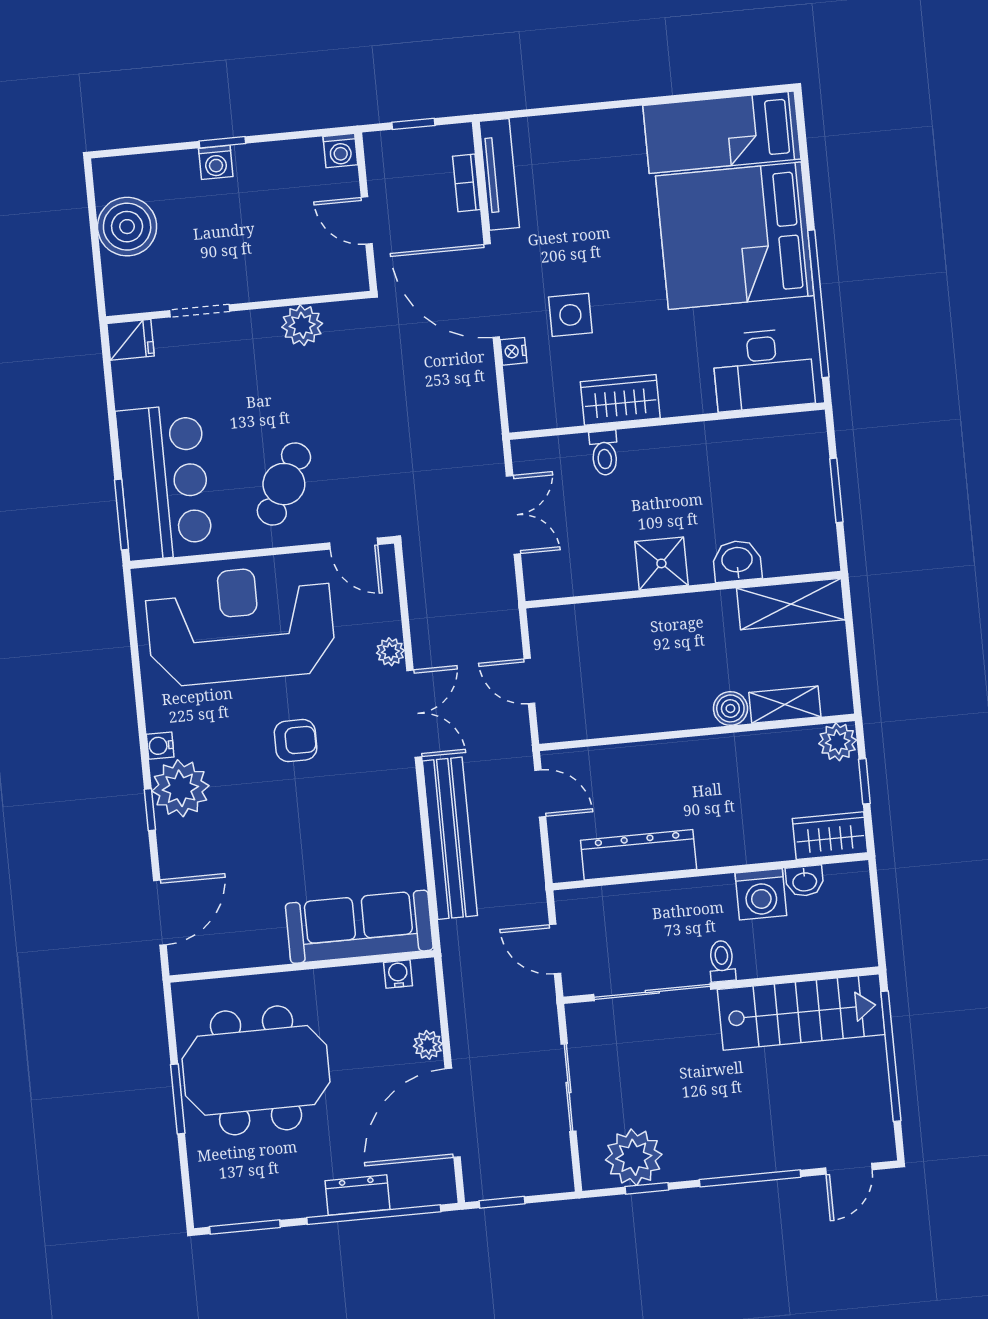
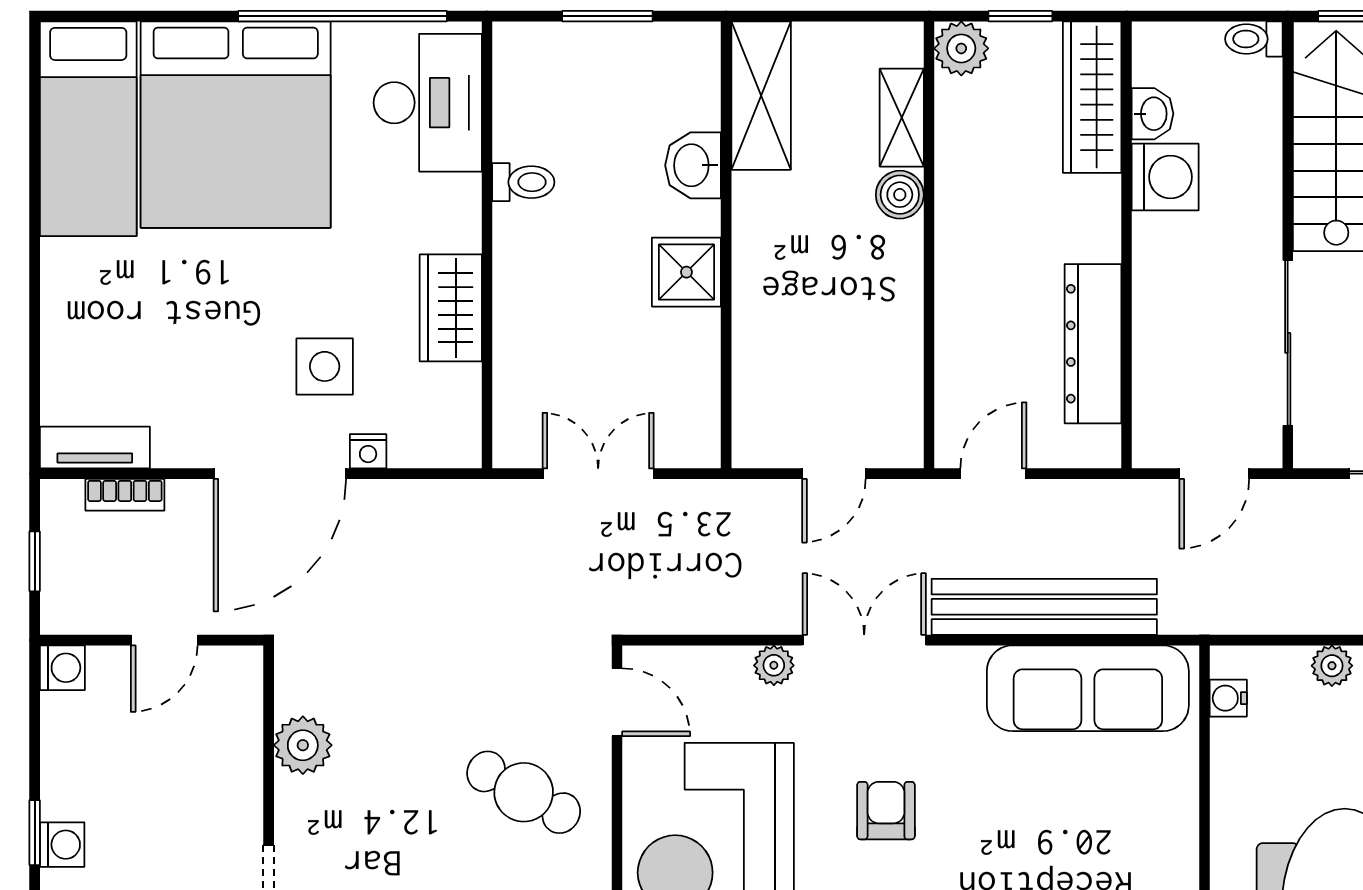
tv unit: (499, 174) -> (95, 447), width x0.71
toilet: (604, 453) -> (523, 182), moved
door: (354, 544) -> (617, 702), hinge flipped
wardrobe: (830, 836) -> (1092, 97), width x1.50
sofa: (359, 927) -> (1088, 688), moved, turned -90
toilet: (722, 961) -> (1254, 39), moved

